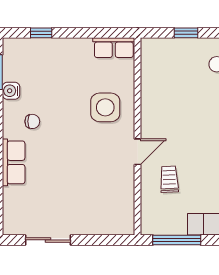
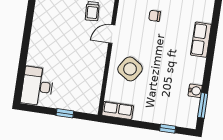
side table: (105, 107) -> (130, 69), turned 33
chair: (32, 121) -> (155, 16), moved

